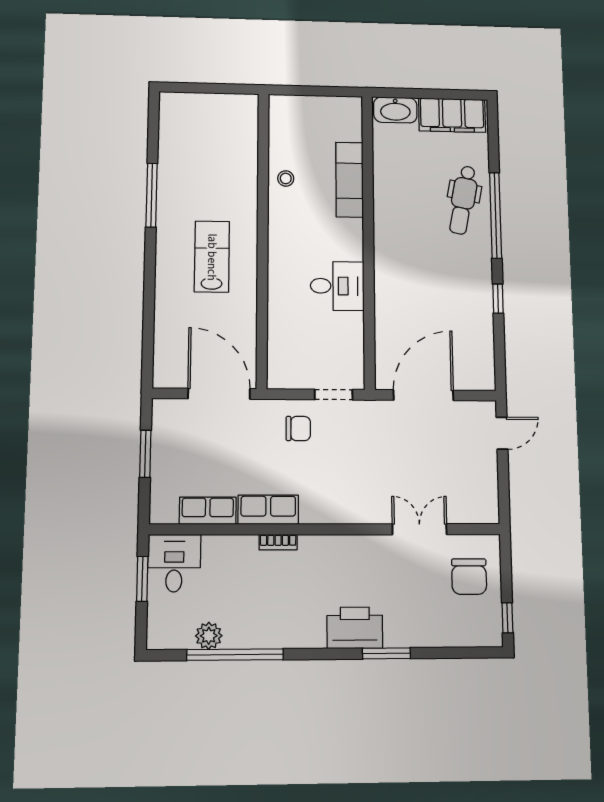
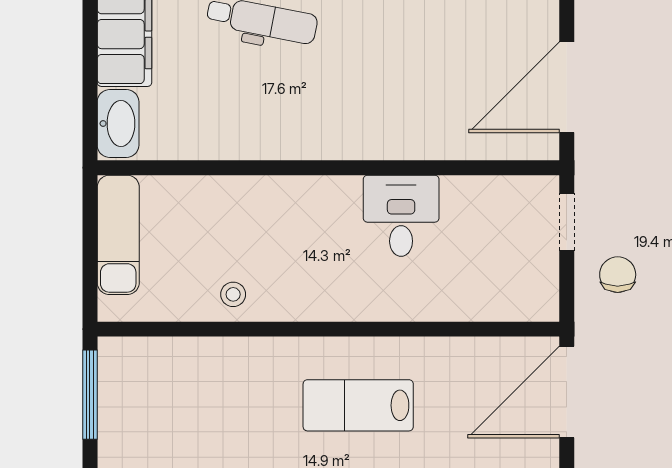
window: (221, 89) -> (90, 395), added
exam couch: (350, 180) -> (118, 235), moved, turned -90
door: (423, 395) -> (567, 87), hinge flipped

